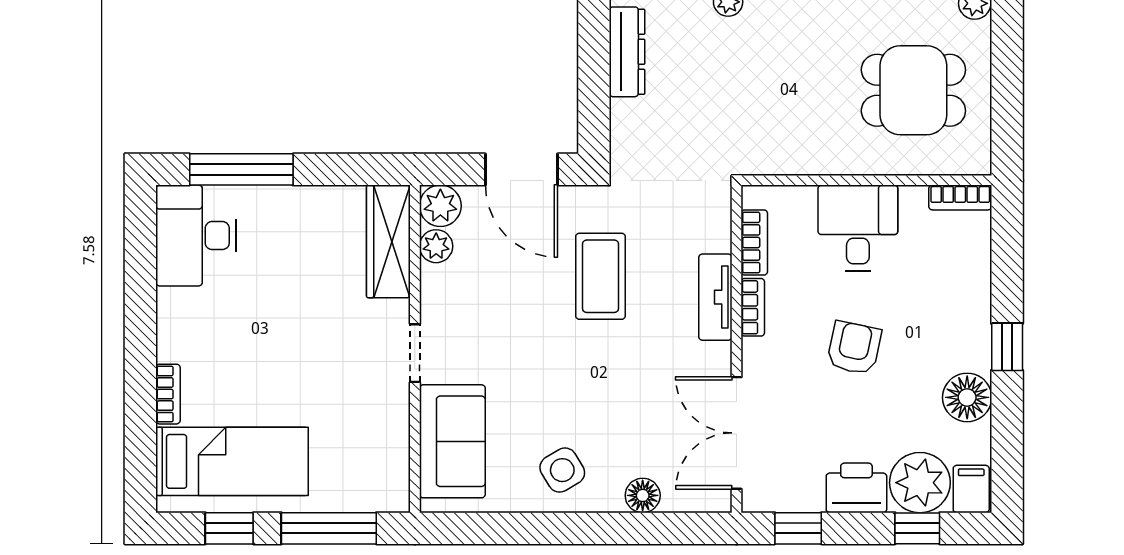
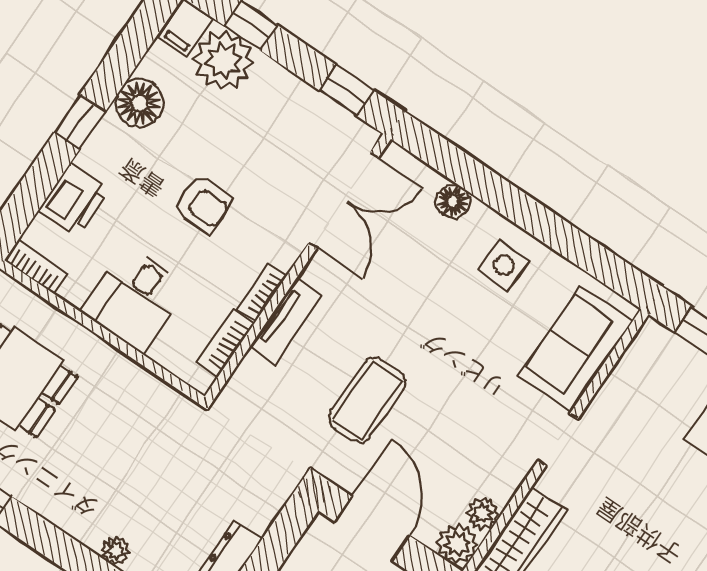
armchair: (854, 348) -> (203, 204), turned -102
side table: (562, 470) -> (504, 265), turned 33
printer: (856, 488) -> (75, 199), moved, turned -90

